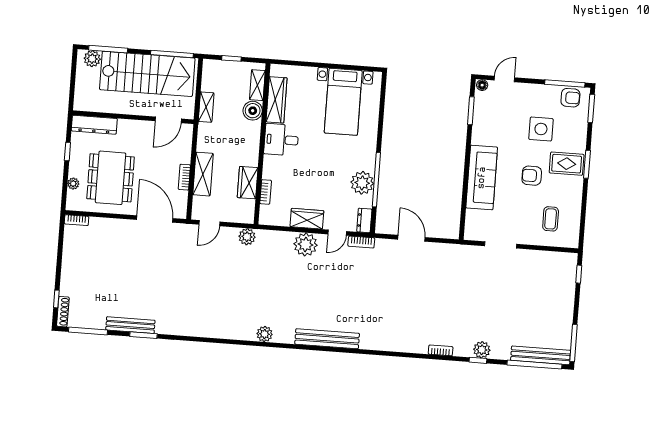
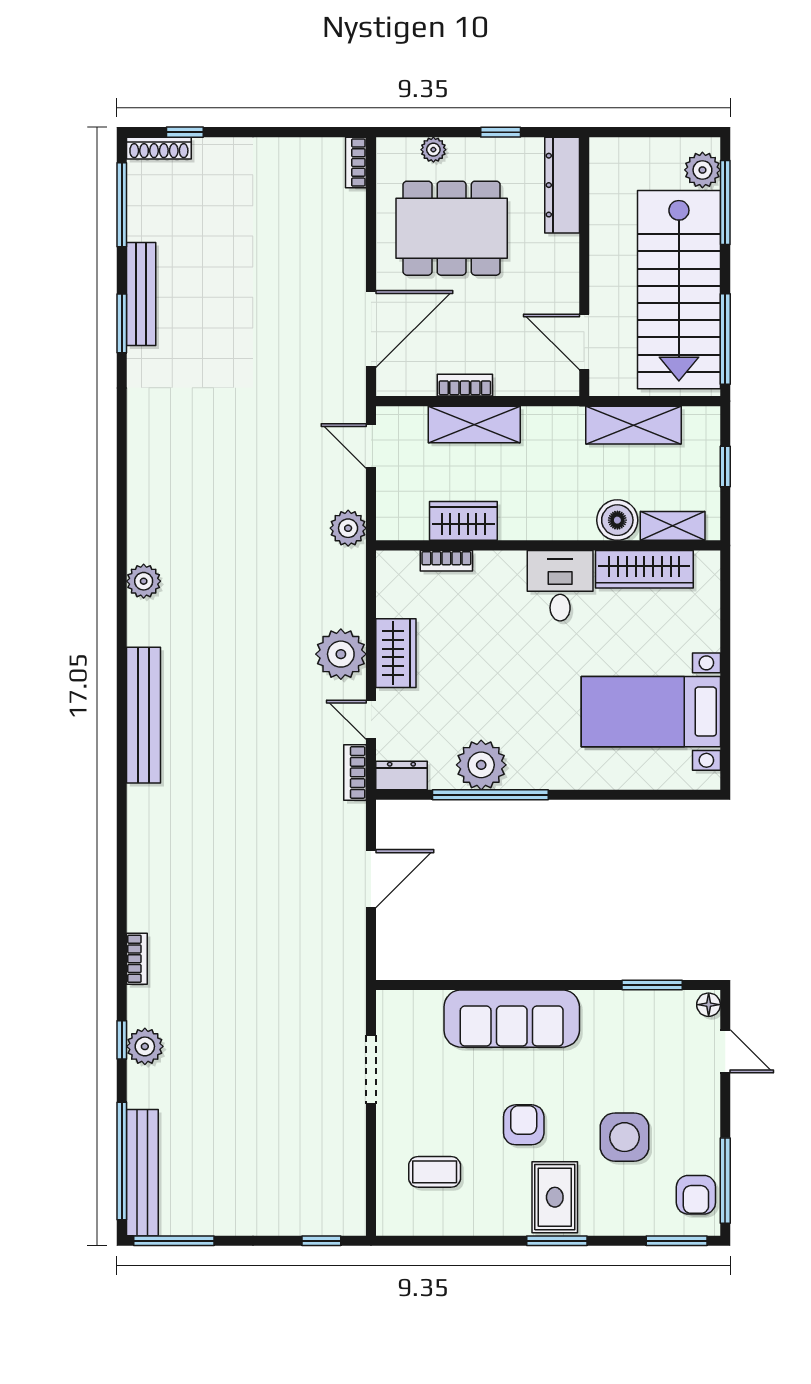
shelving: (206, 107) -> (634, 425), width x1.50, depth x1.33

